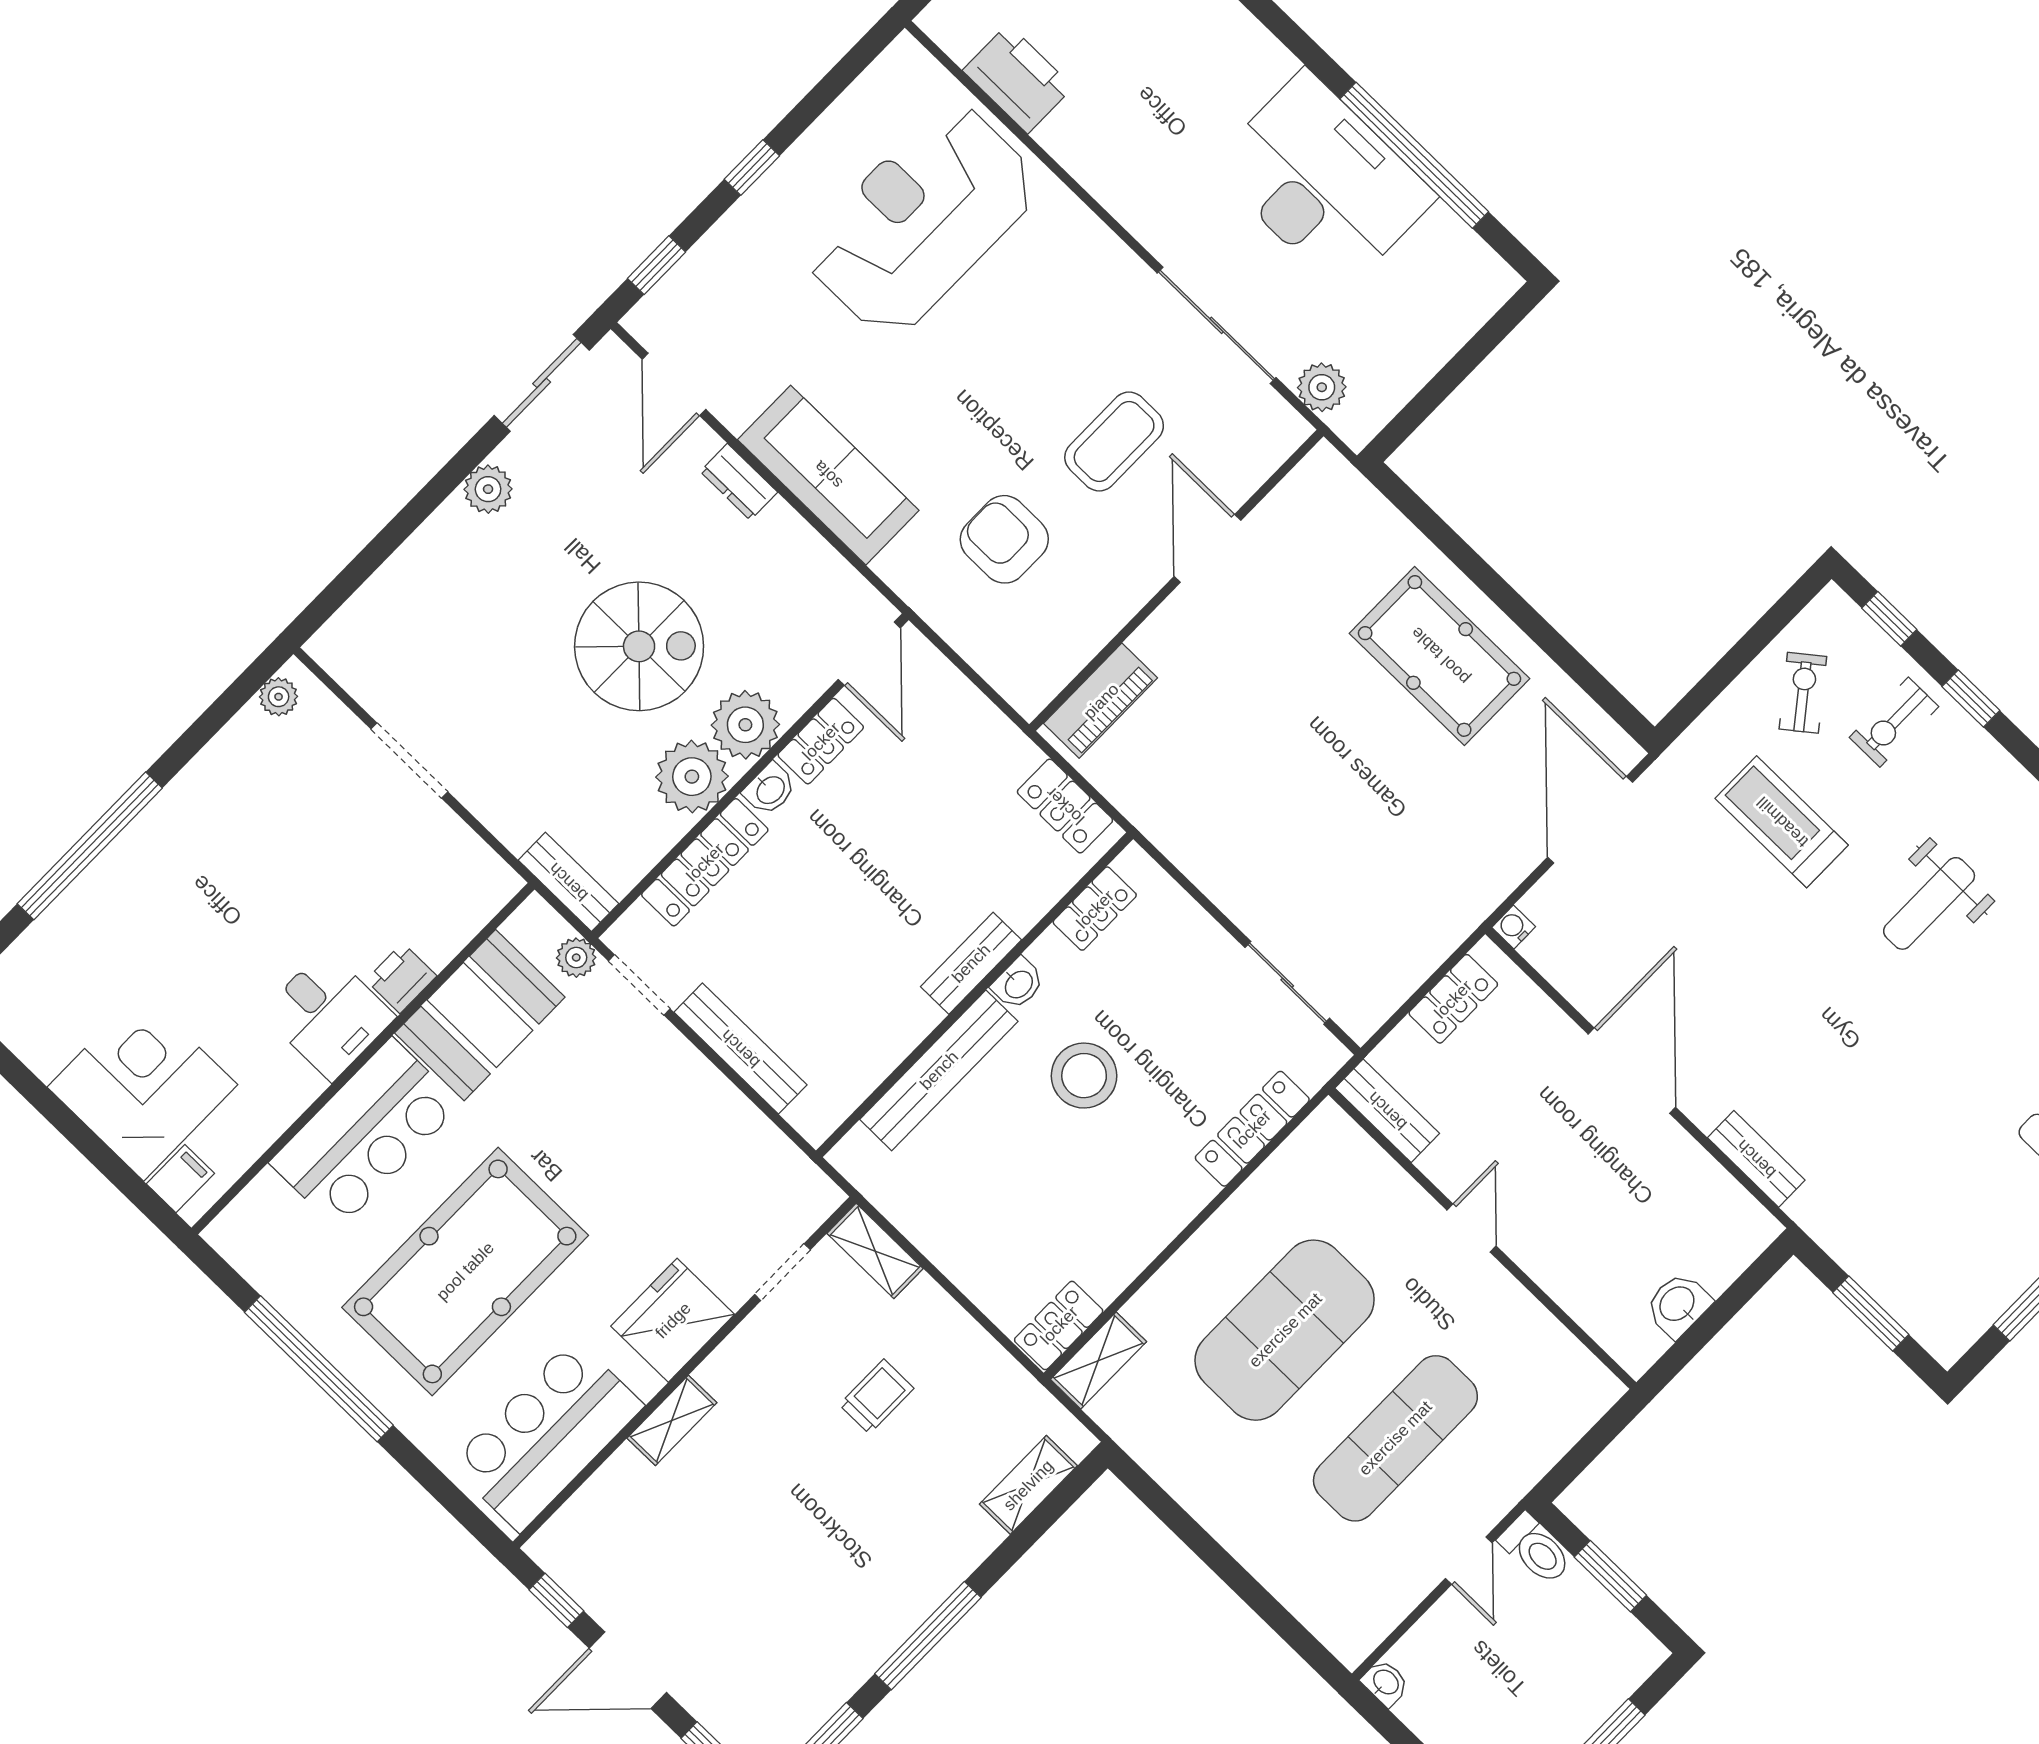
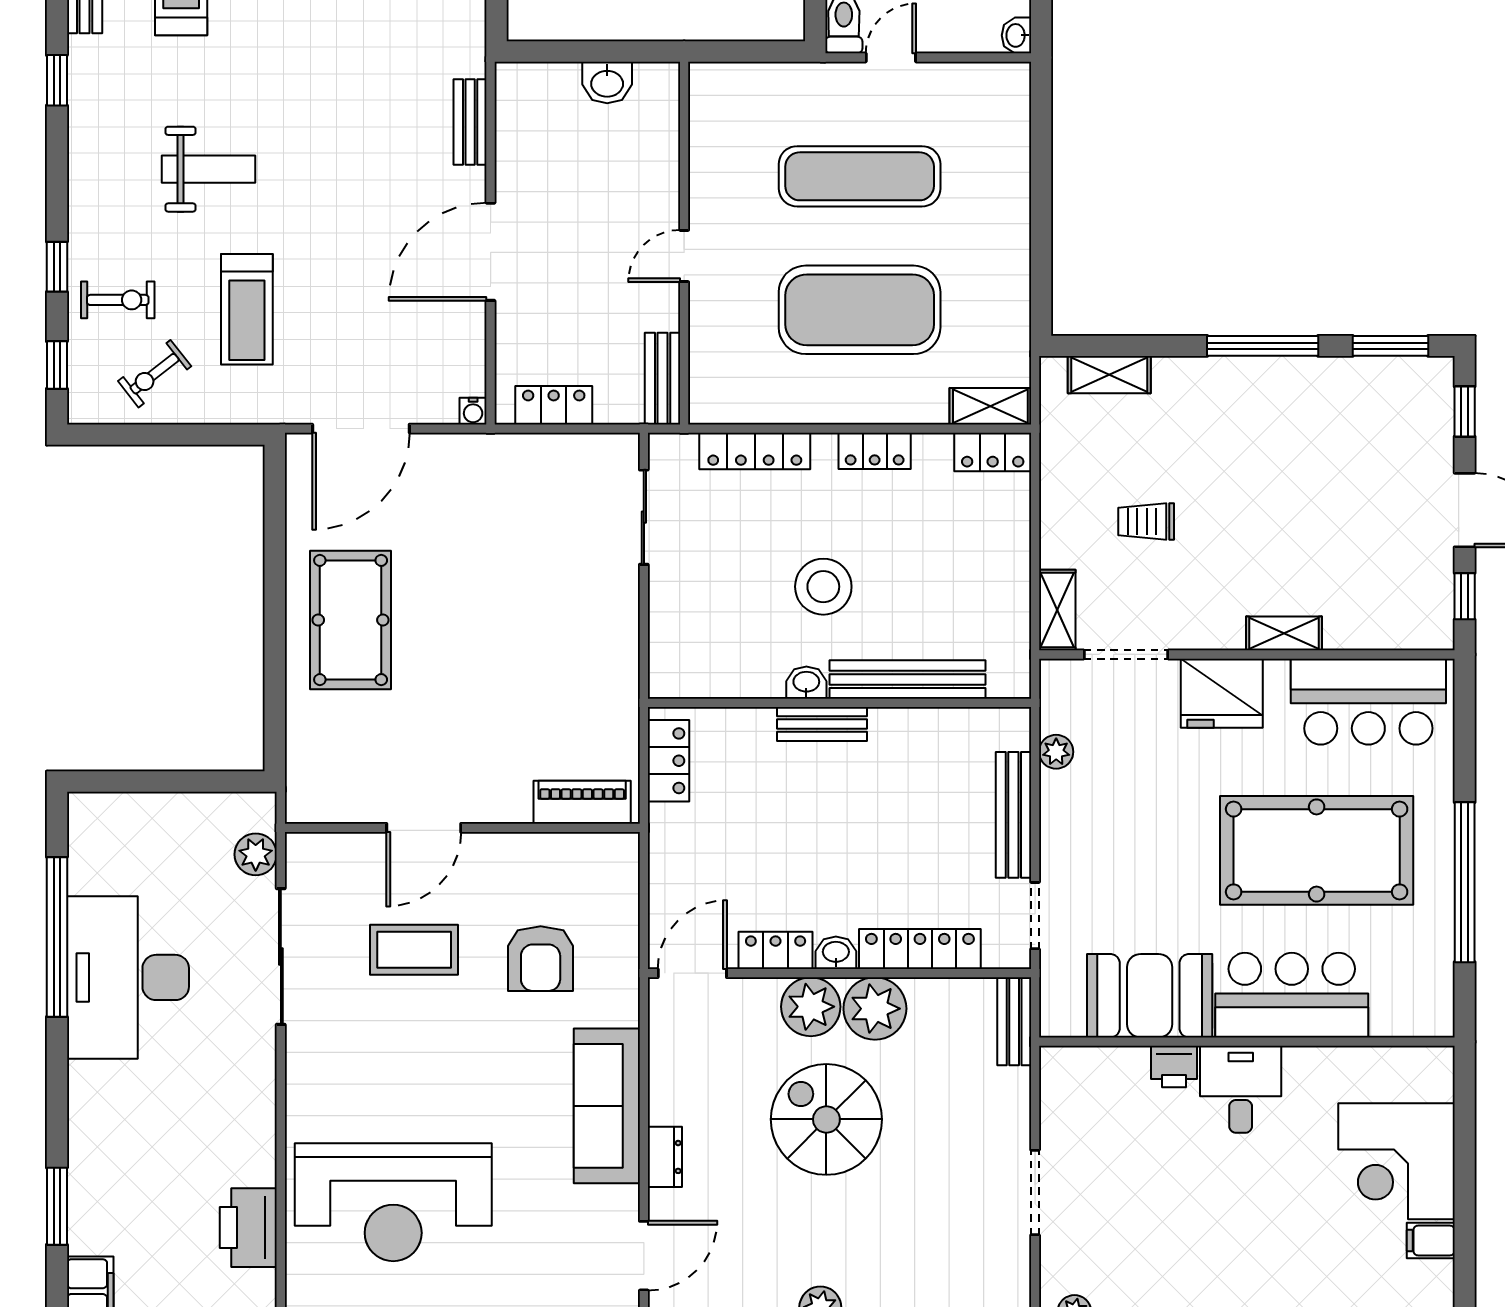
locker: (1095, 909) -> (875, 451), moved, turned 180
plant: (576, 958) -> (1056, 752), moved
filing cabinet: (180, 1179) -> (1431, 1240), moved
doorway: (782, 1272) -> (1126, 654), width x1.38

